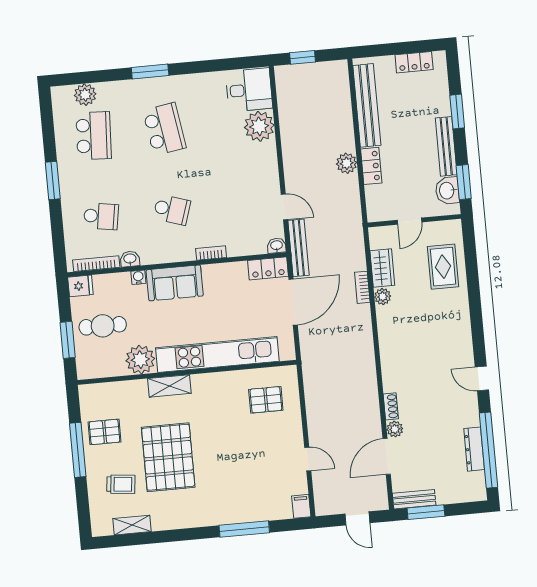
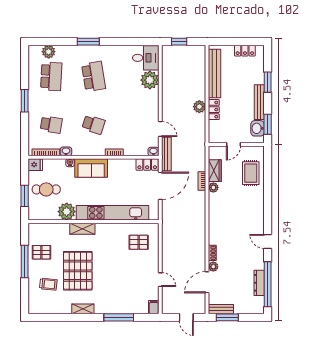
shelving: (132, 525) -> (83, 309), moved

